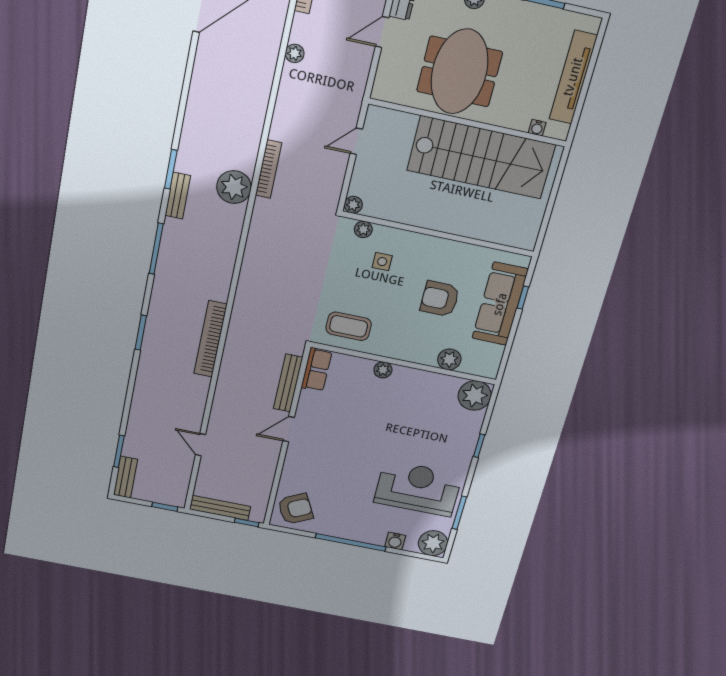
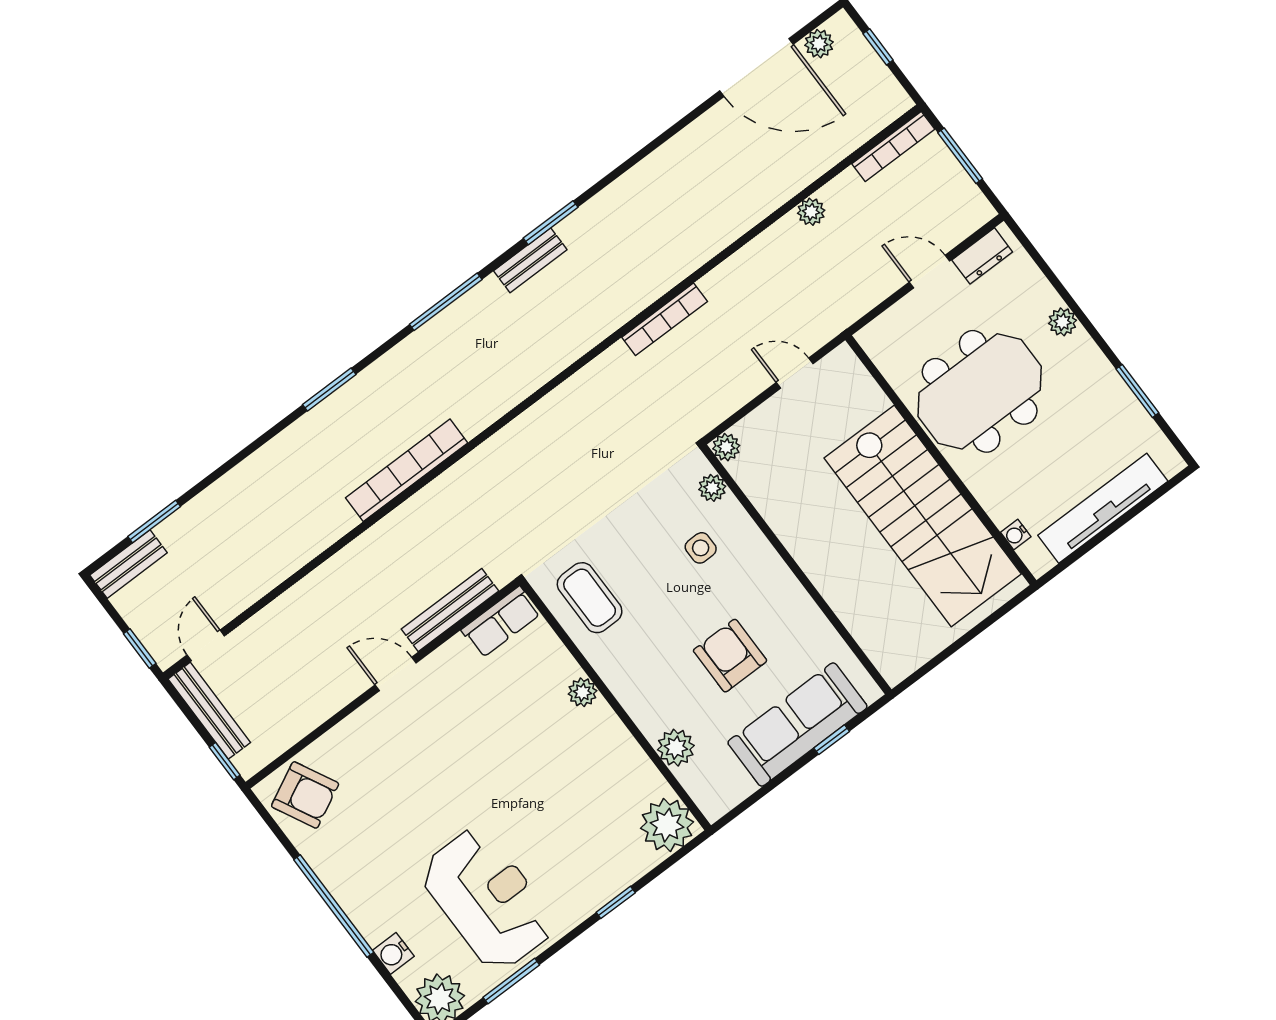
plant: (234, 187) -> (605, 306), removed
door: (200, 445) -> (206, 645), moved

